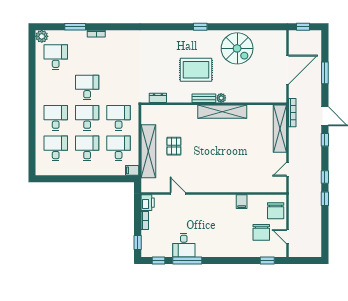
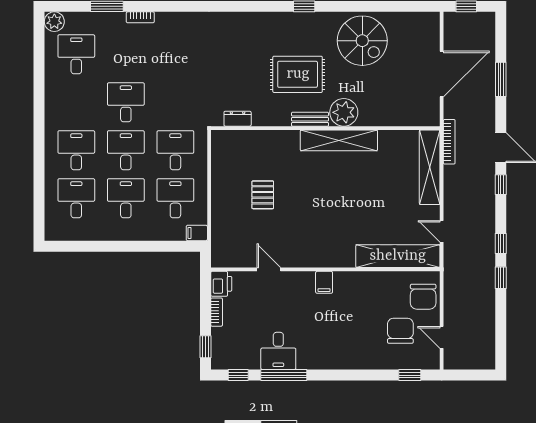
plant: (221, 98) -> (344, 112), width x1.87, depth x1.87
shelving: (148, 151) -> (398, 256), moved, turned 90
door: (287, 169) -> (442, 231), hinge flipped
filing cabinet: (242, 202) -> (324, 282), moved
chair: (261, 232) -> (400, 331), turned 180

